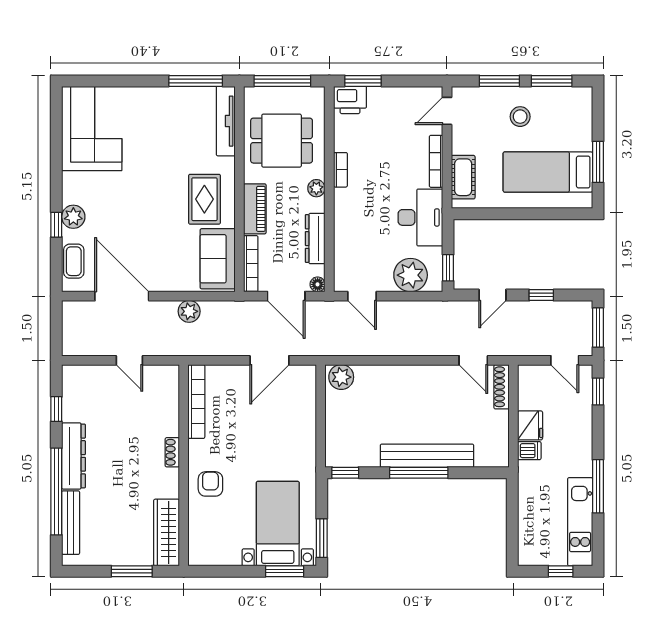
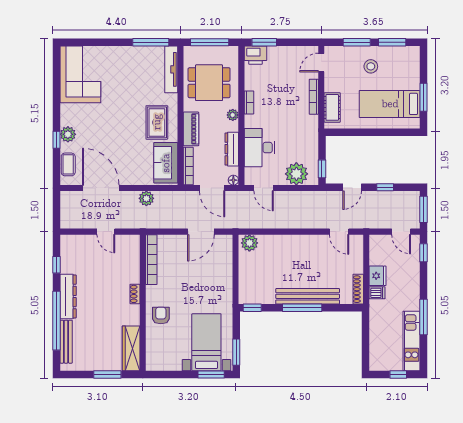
desk: (420, 217) -> (259, 148), moved, turned 180
shoe rack: (502, 387) -> (358, 289), moved

